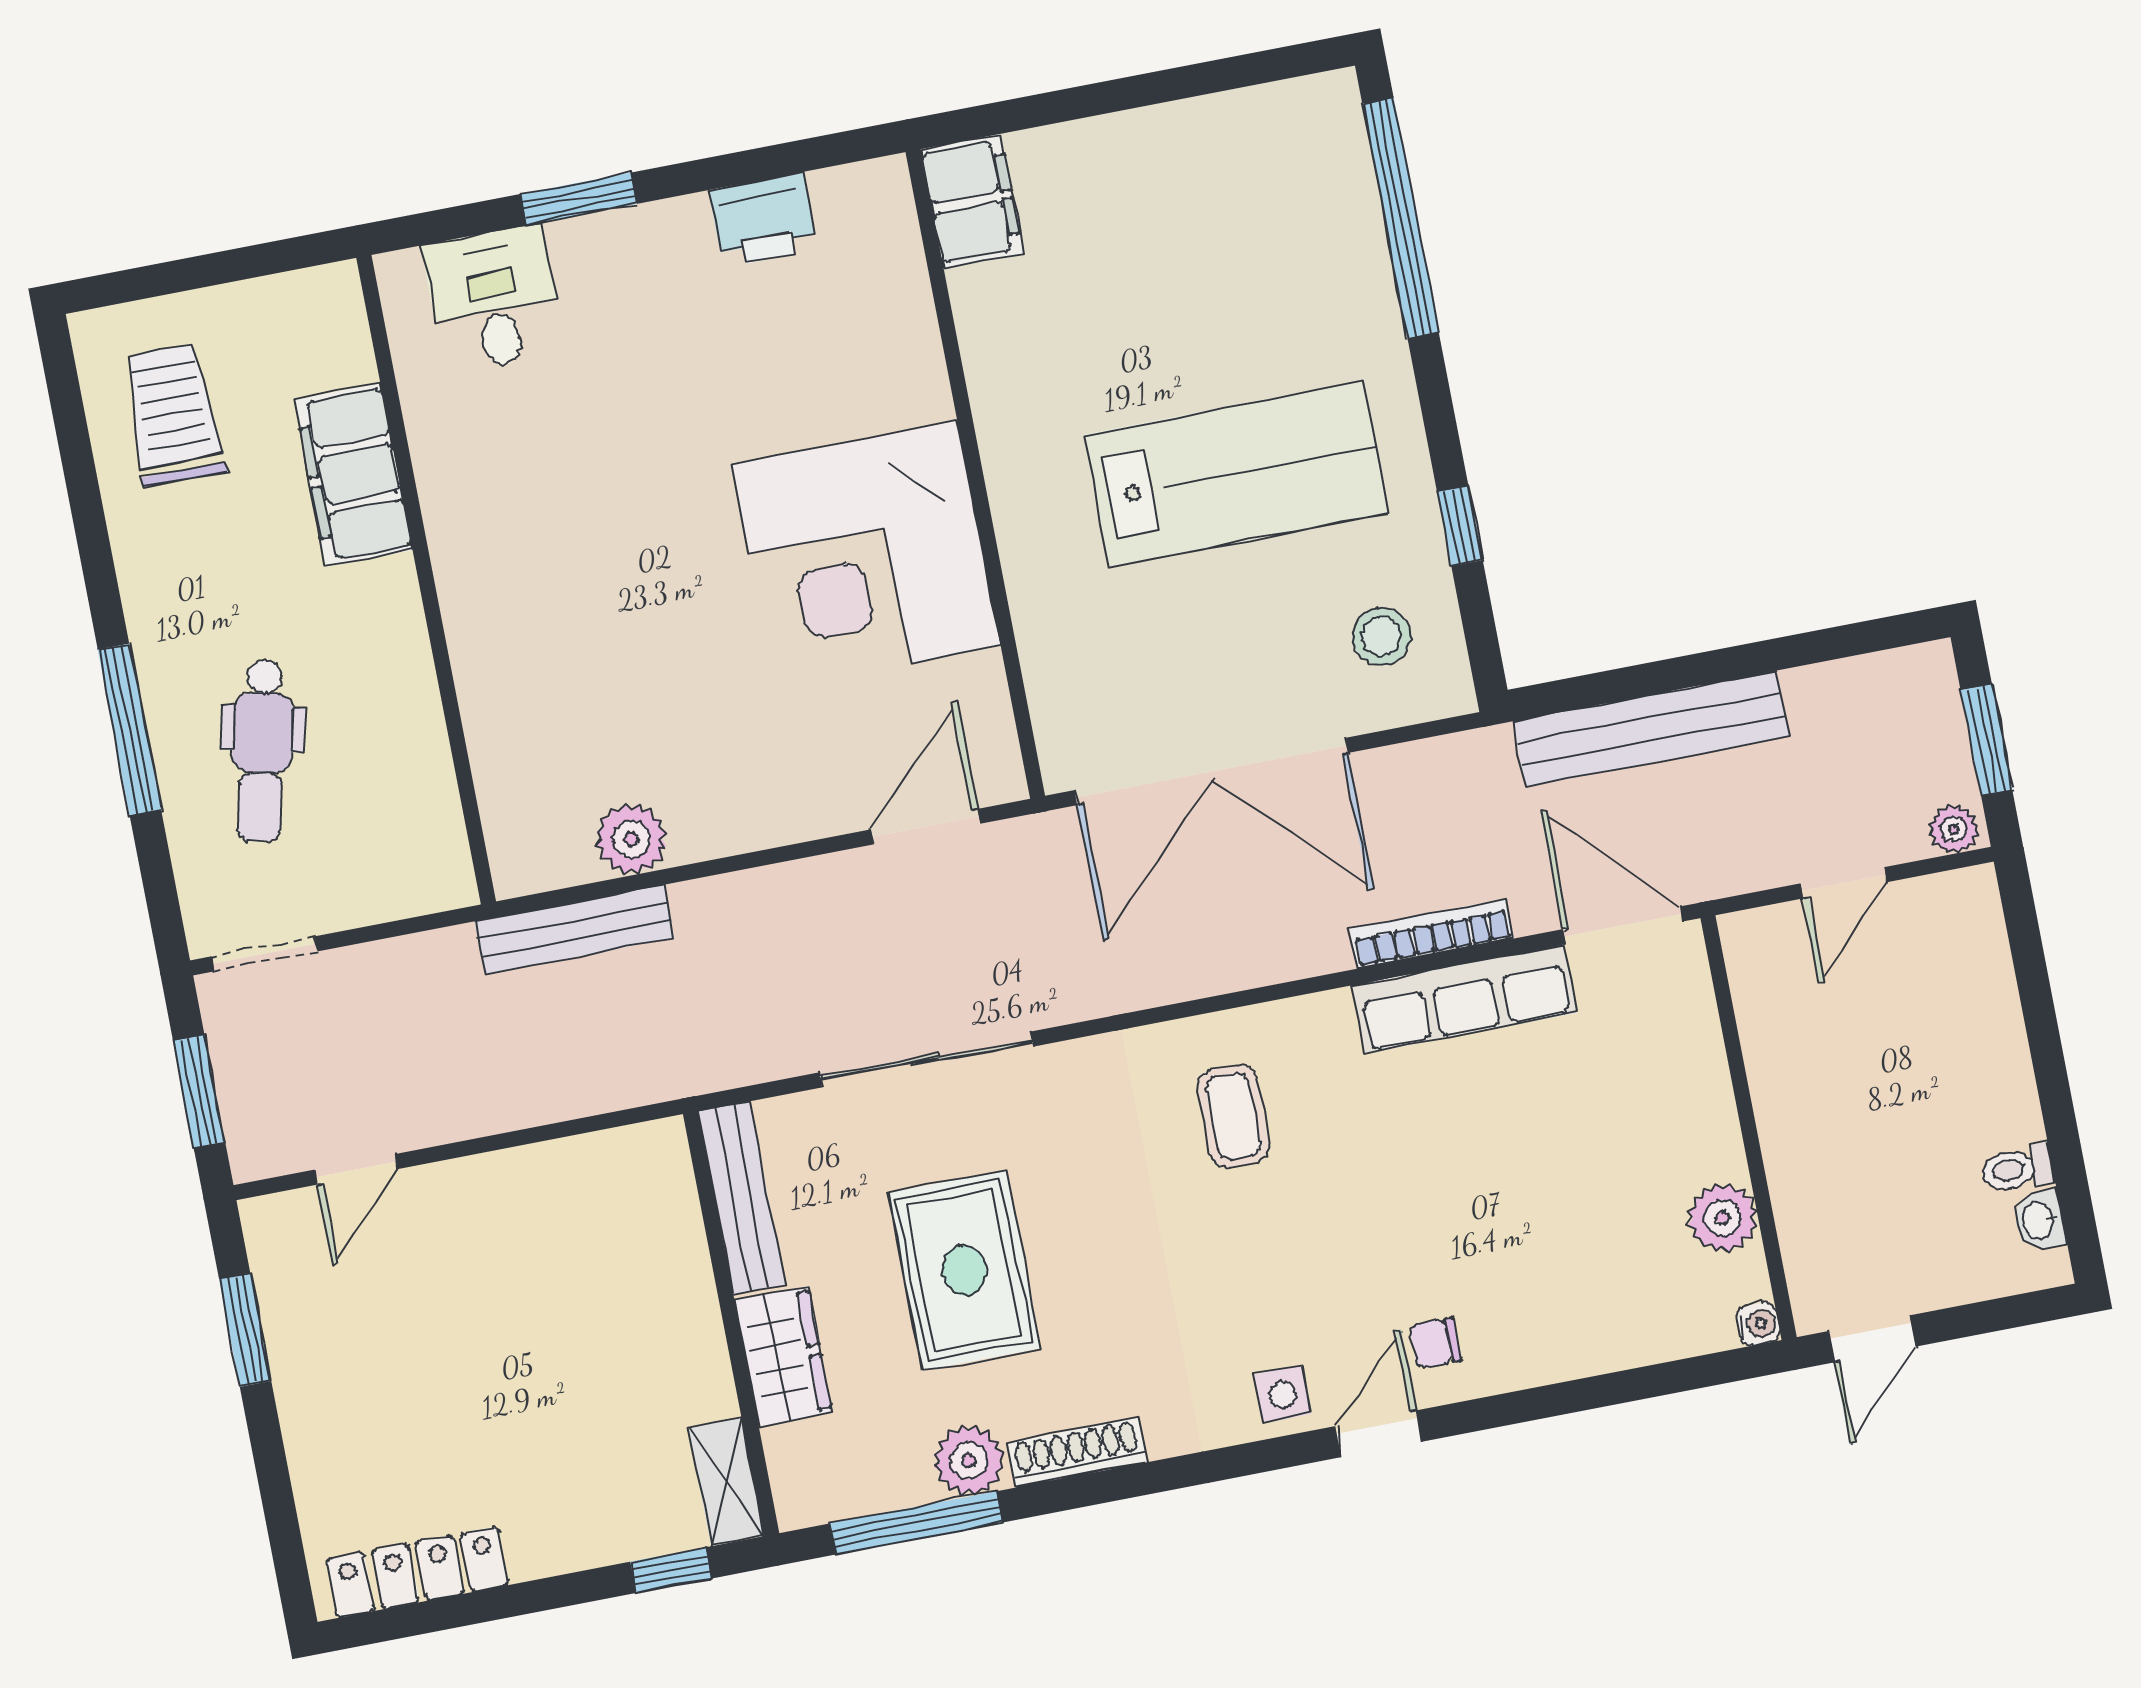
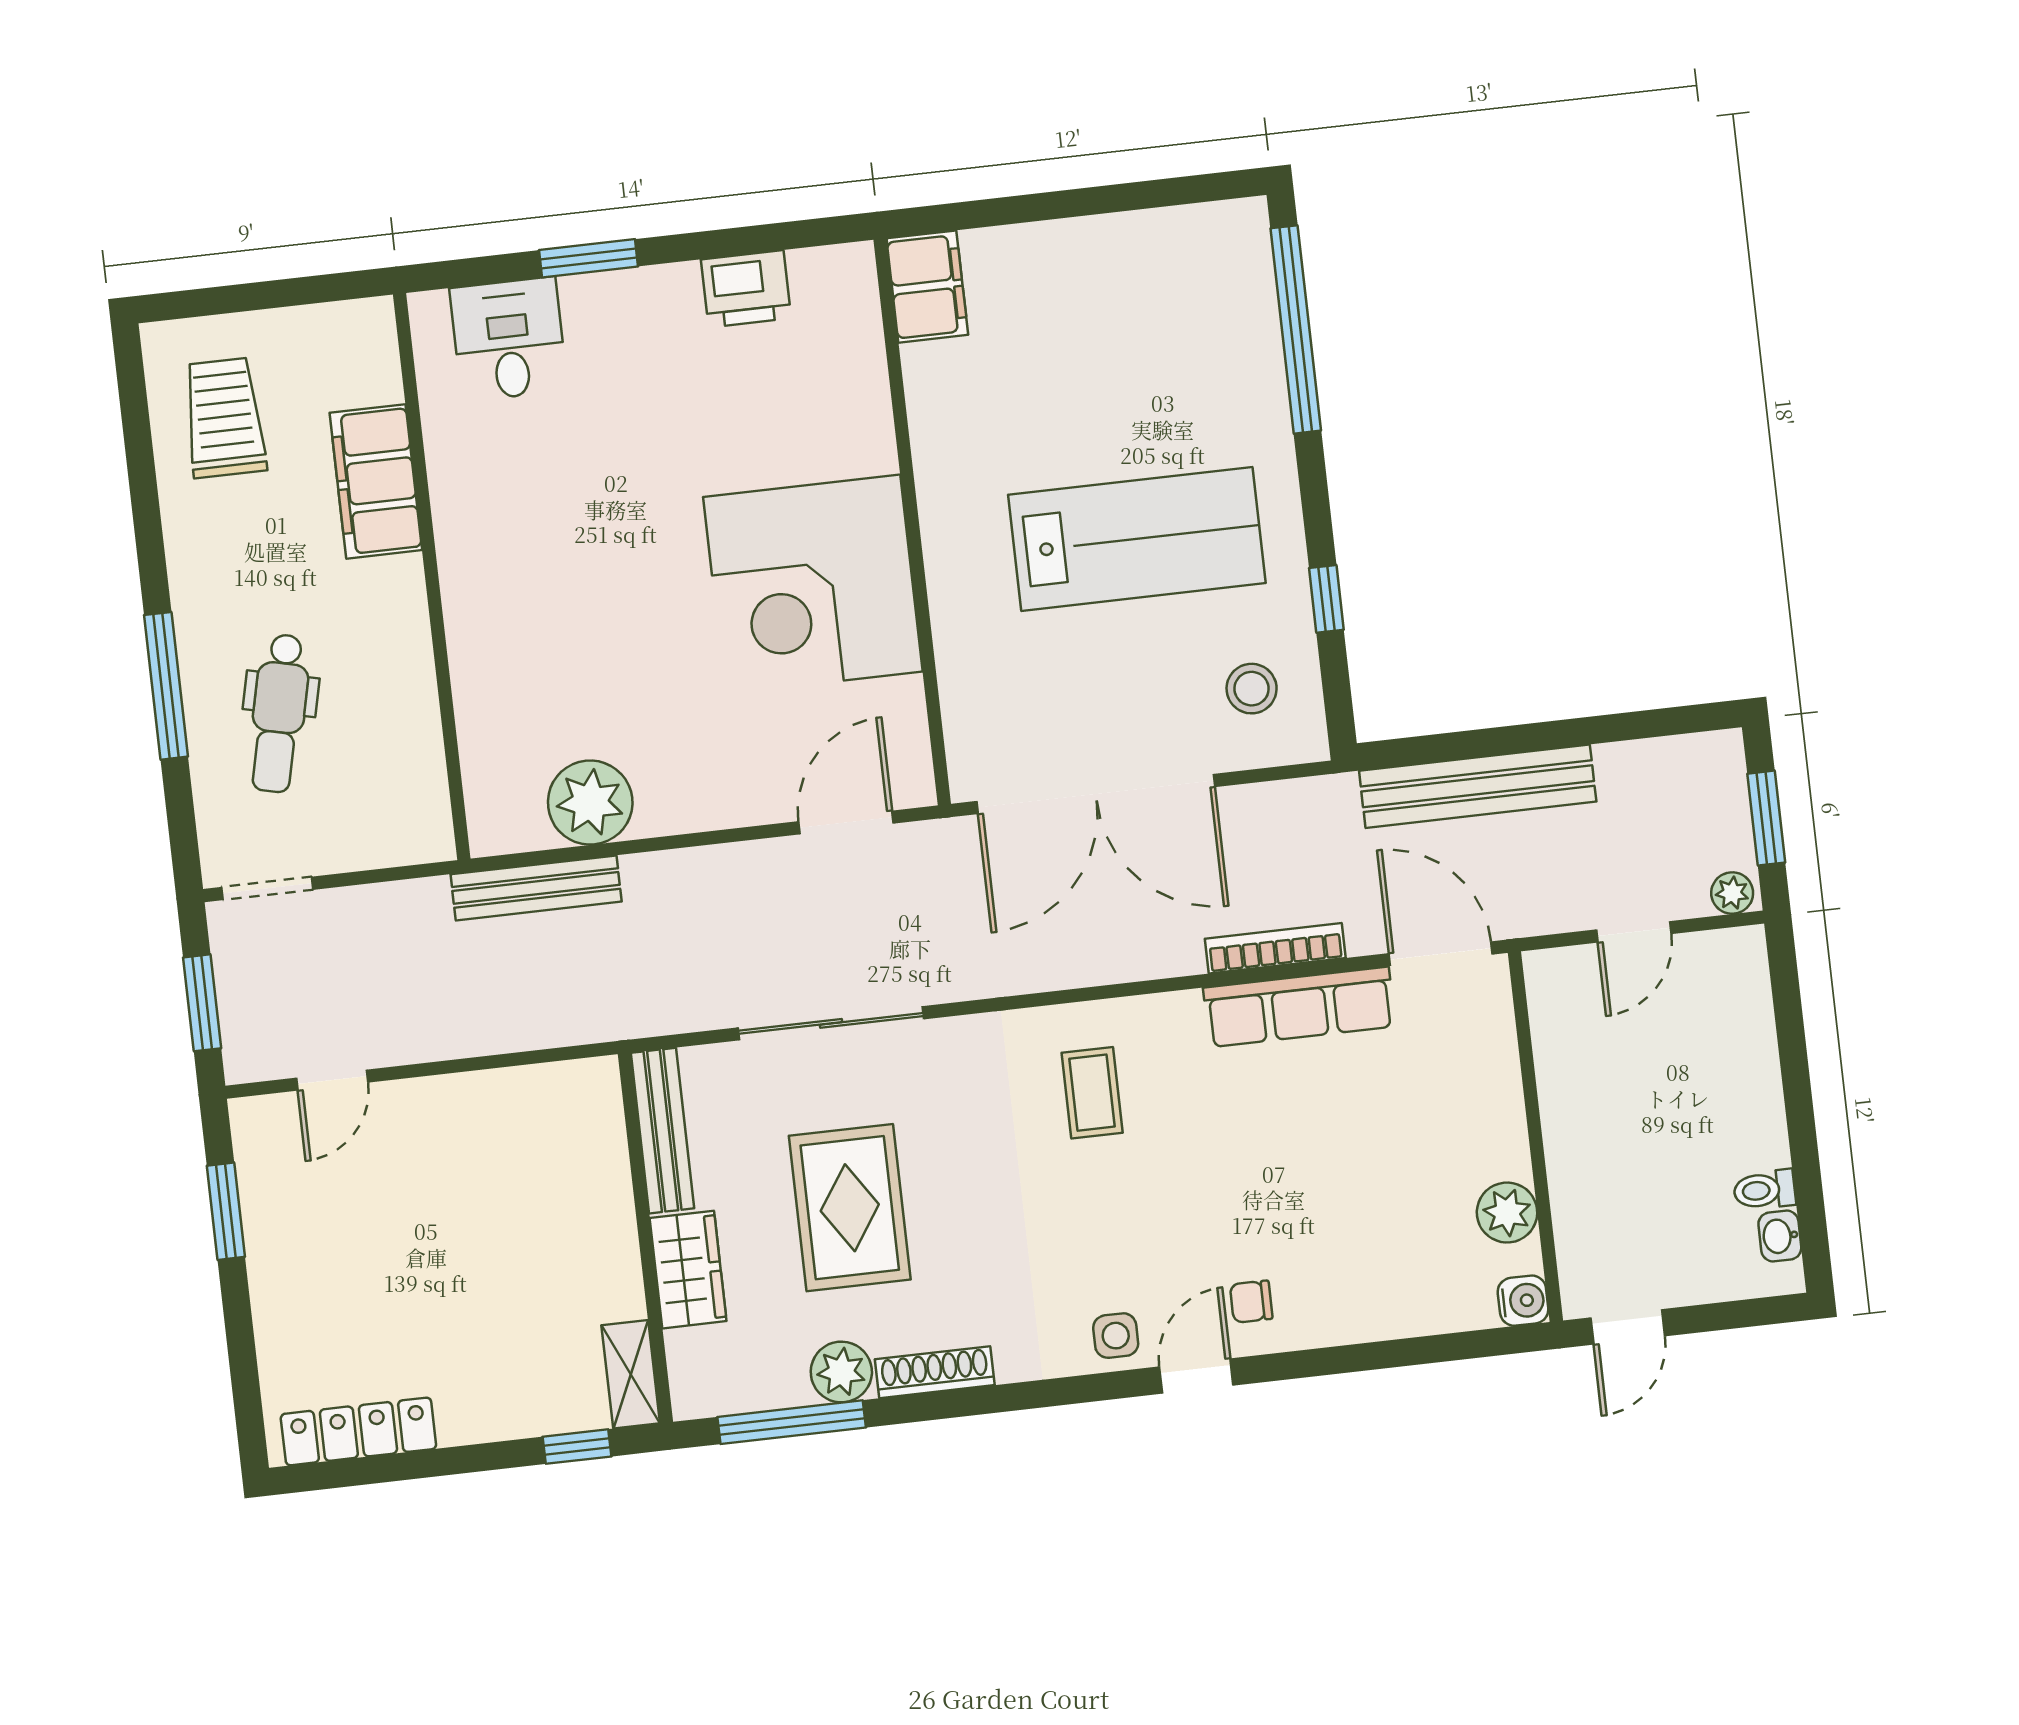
plant: (631, 839) -> (590, 803), width x1.36, depth x1.36
water cooler: (1758, 1324) -> (1523, 1301), width x1.38, depth x1.38

